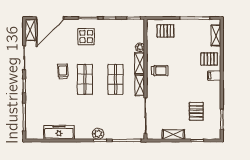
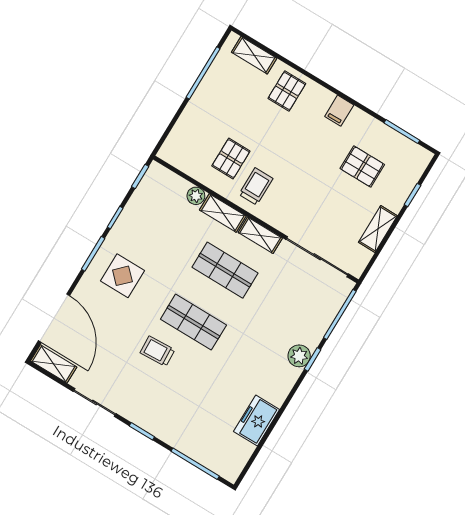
pallet: (166, 31) -> (231, 159), moved
filing cabinet: (214, 76) -> (339, 111), moved
freezer: (59, 132) -> (257, 420), width x0.71

